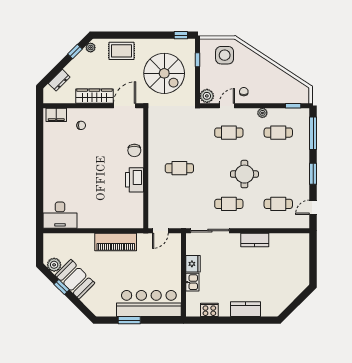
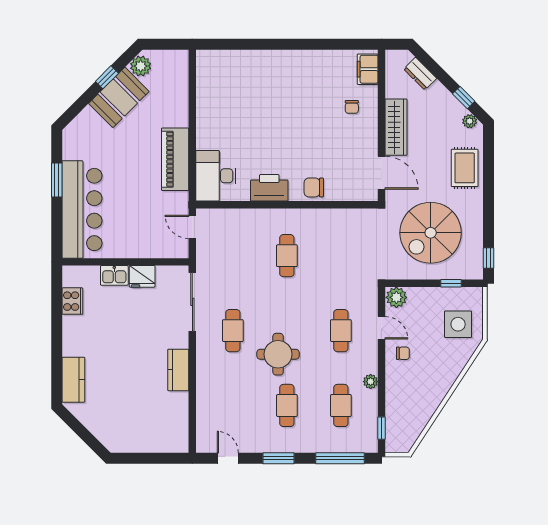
cafe table: (278, 204) -> (287, 405), moved
desk: (60, 215) -> (216, 176), moved
kitchen counter: (245, 309) -> (73, 380), moved

